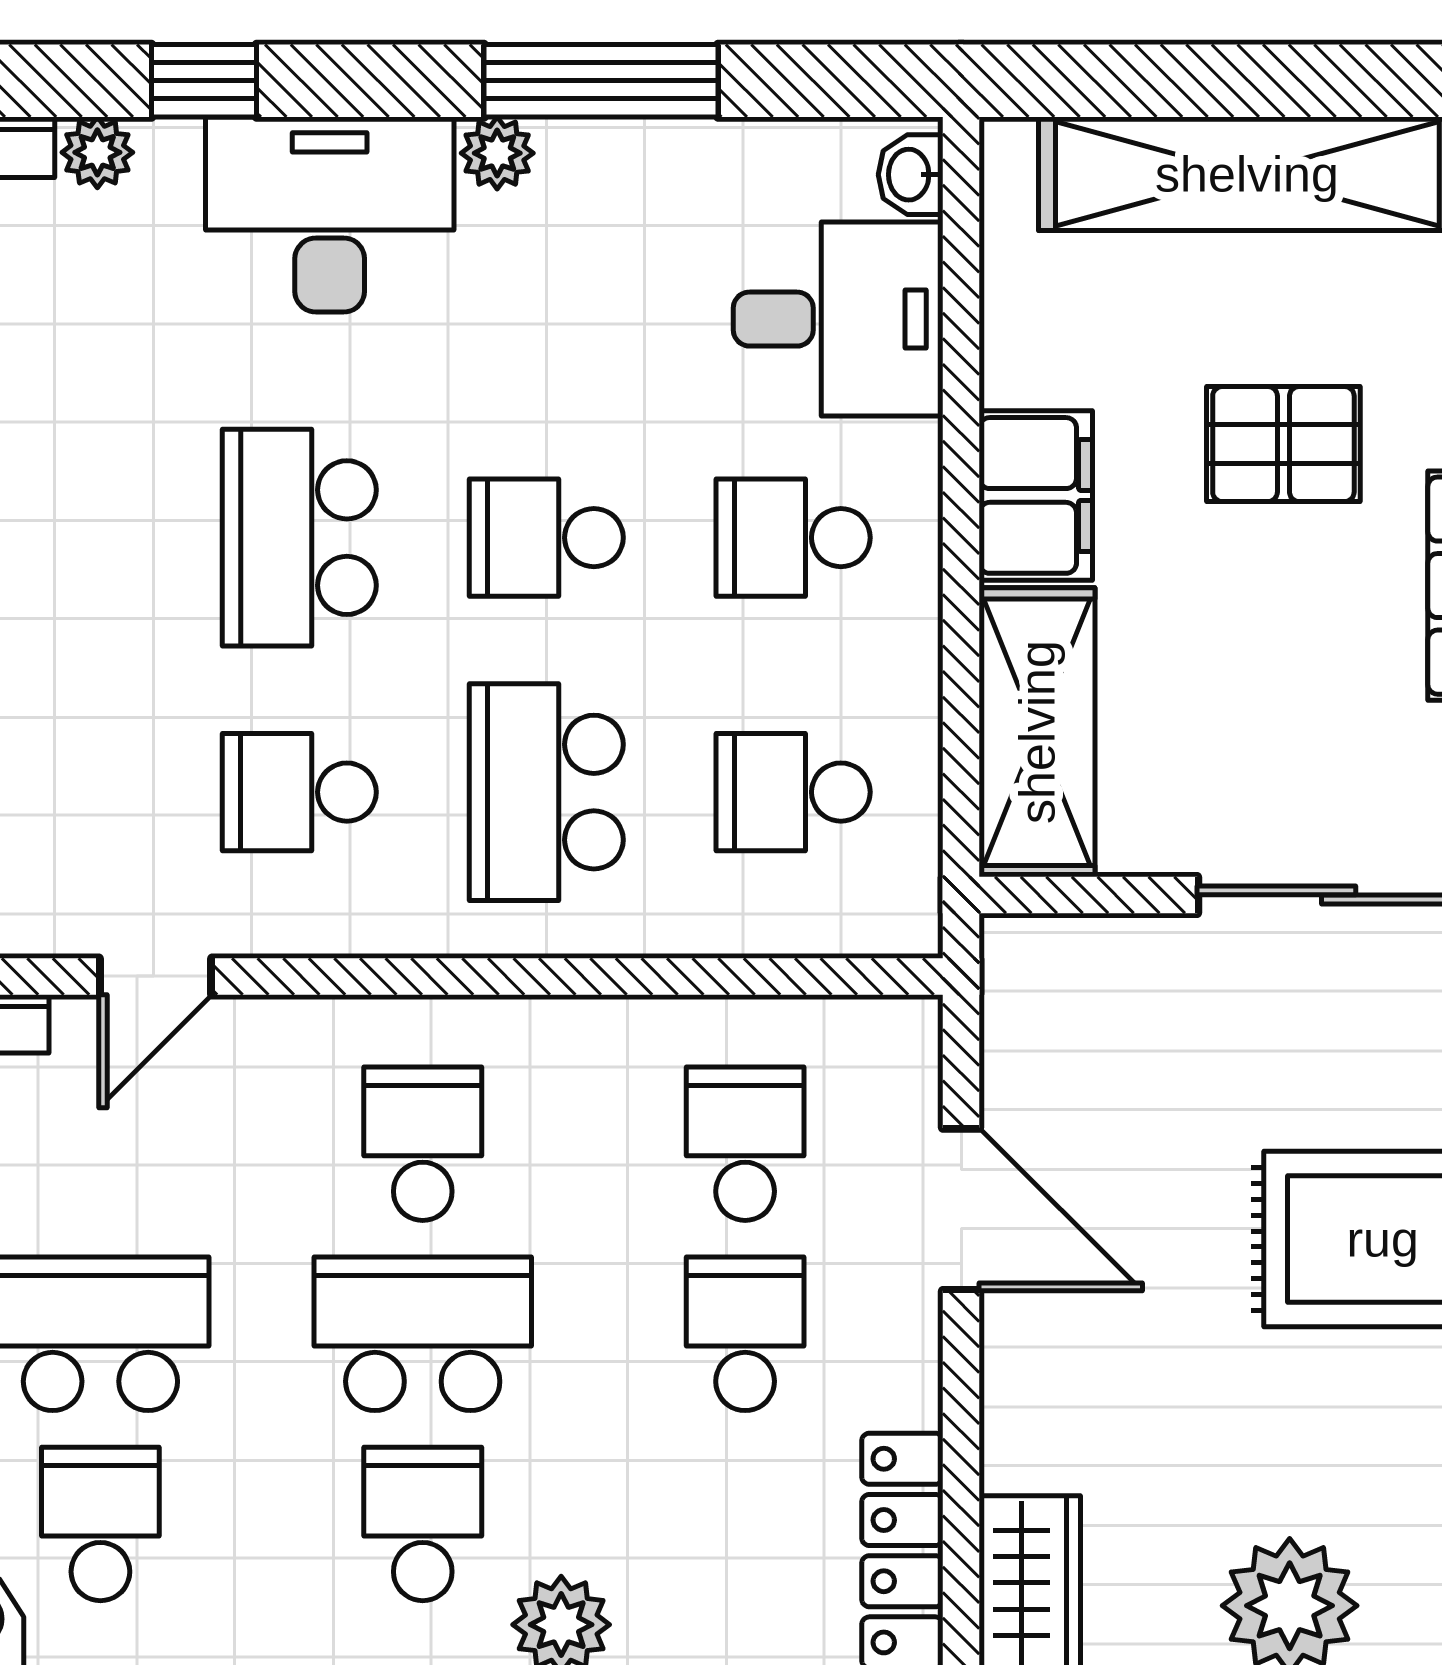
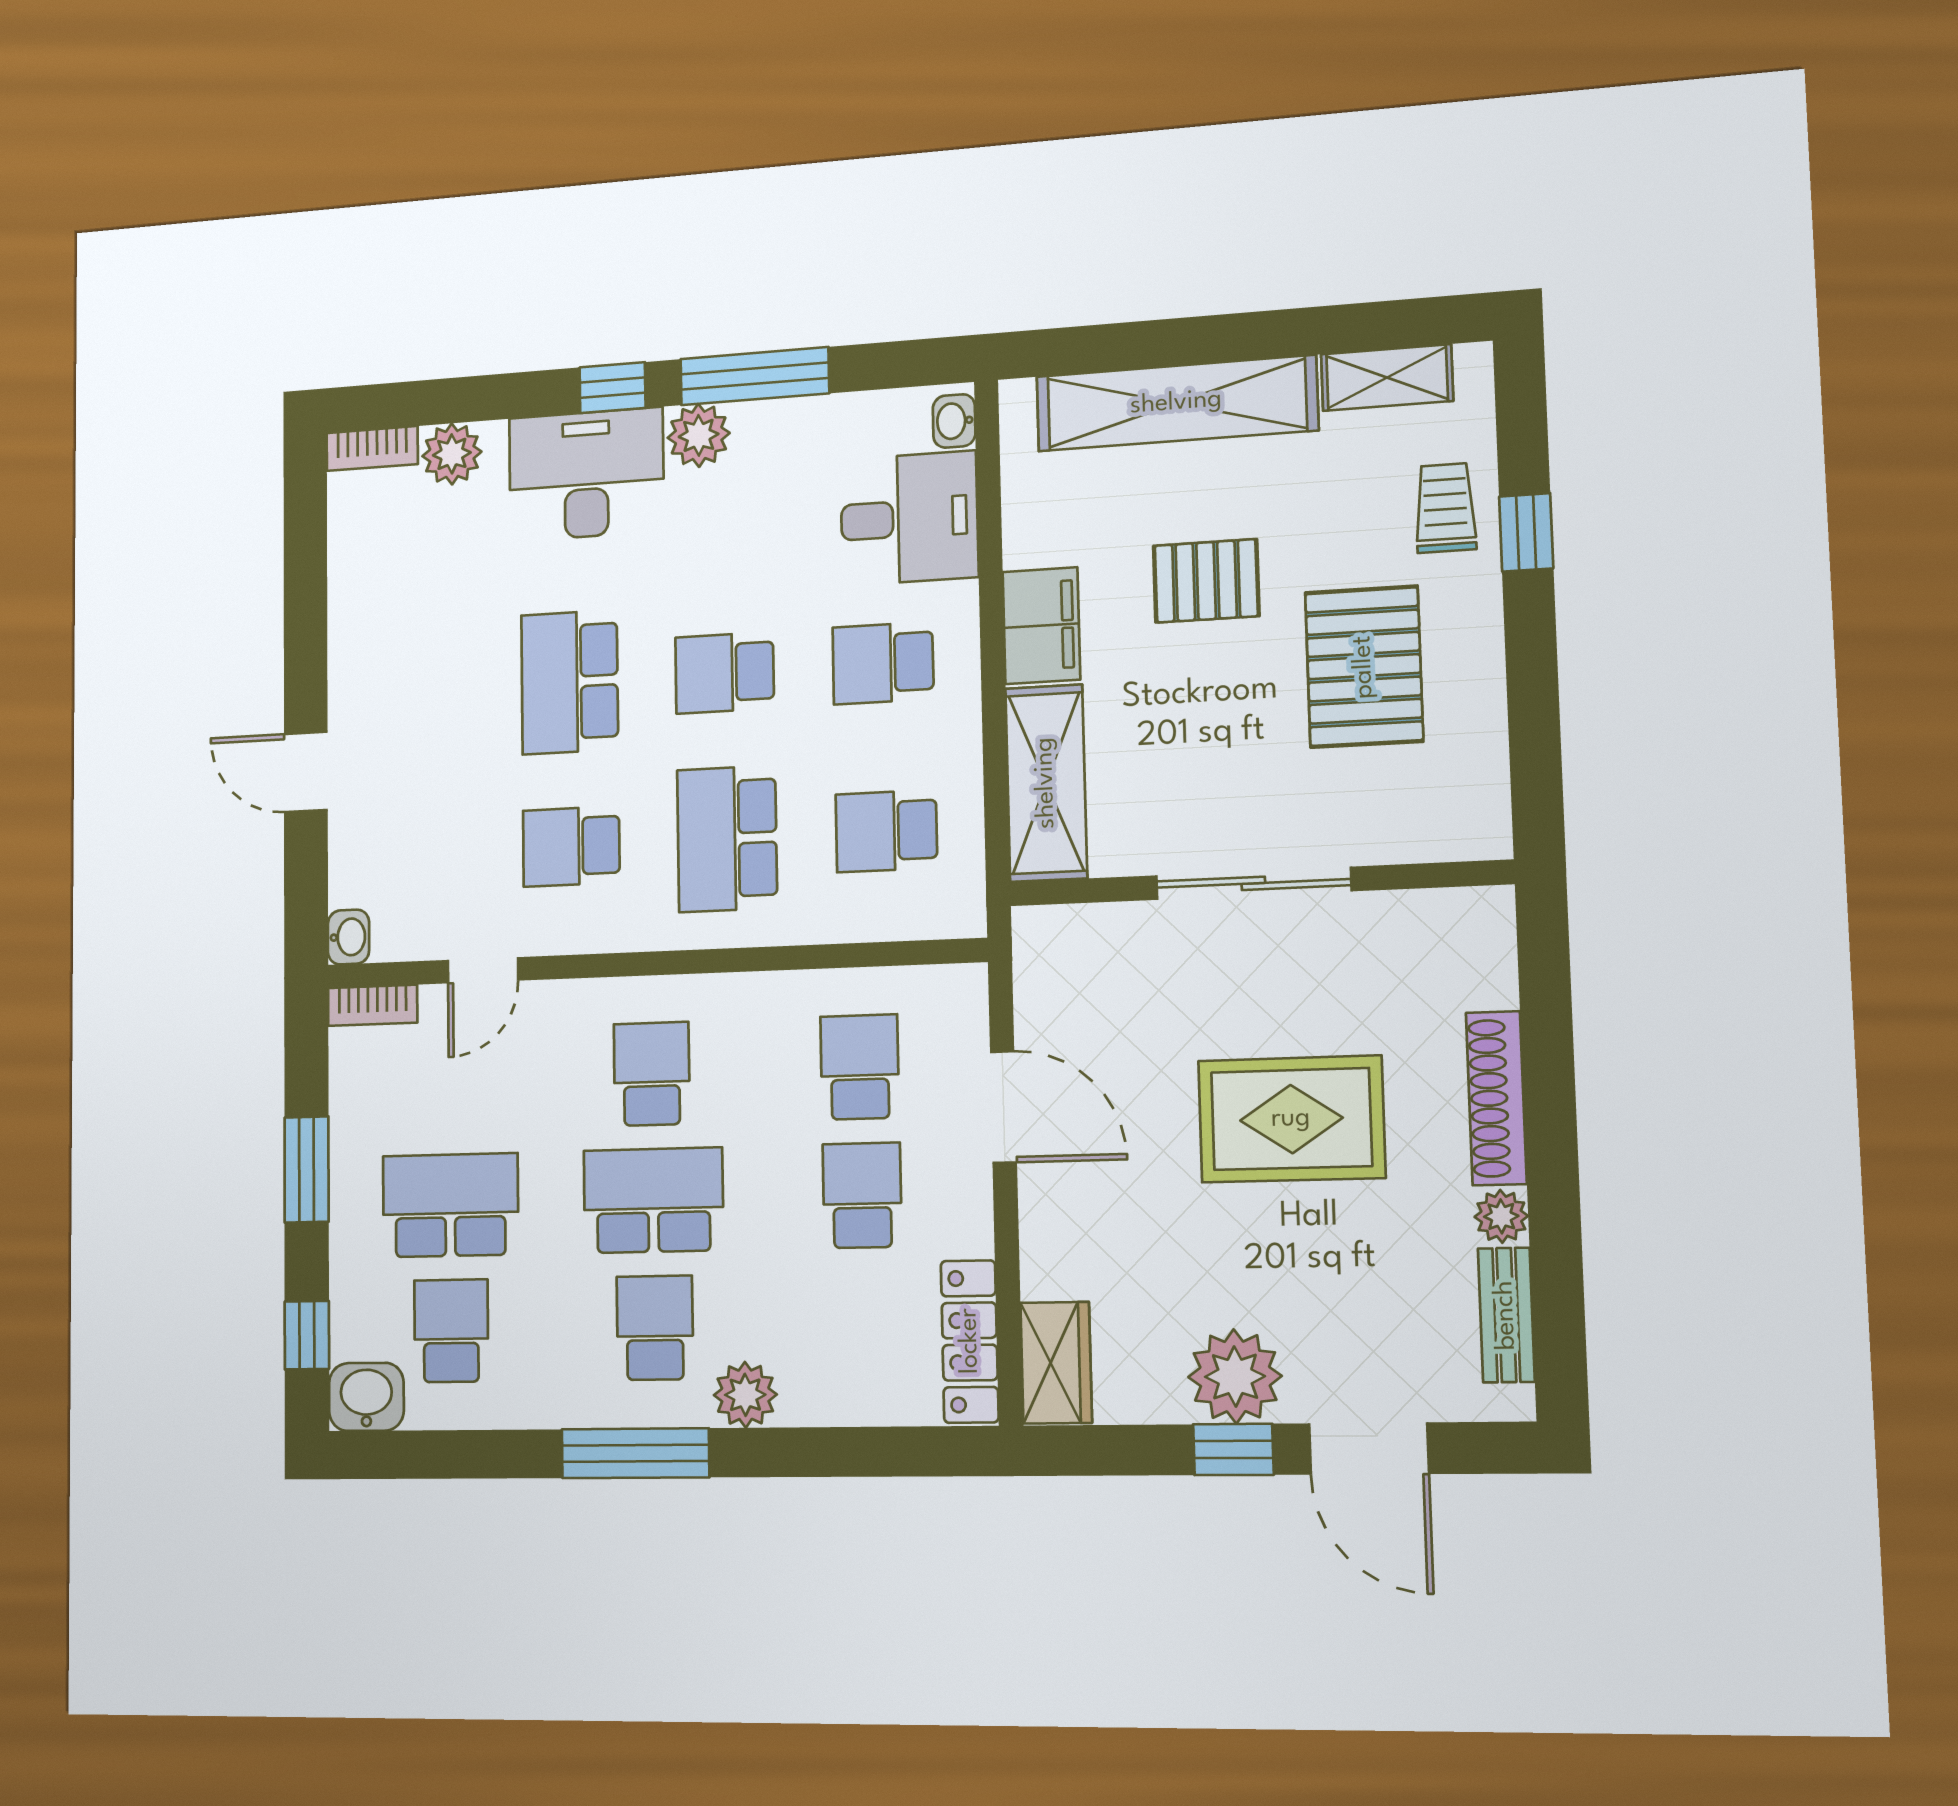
window: (204, 81) -> (613, 388), moved
plant: (97, 152) -> (452, 454), width x1.38, depth x1.38
plant: (497, 153) -> (699, 435), width x1.38, depth x1.38

